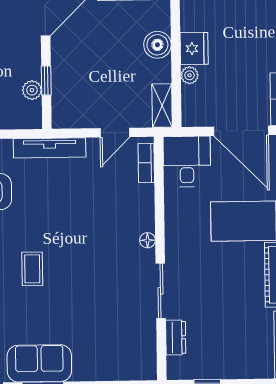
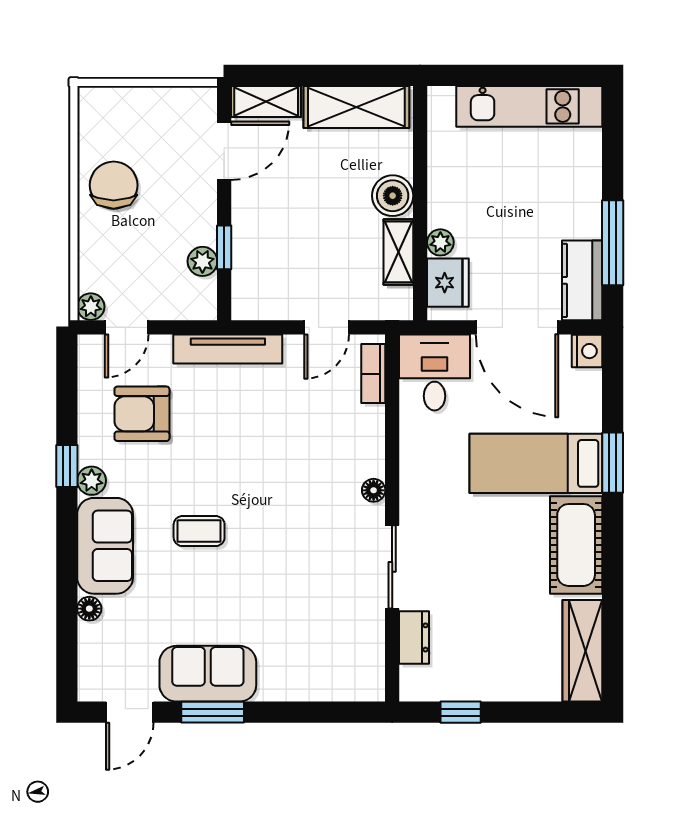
fridge: (194, 49) -> (448, 283), moved
shelving: (162, 105) -> (398, 252), moved
coffee table: (32, 269) -> (199, 531), turned 90

